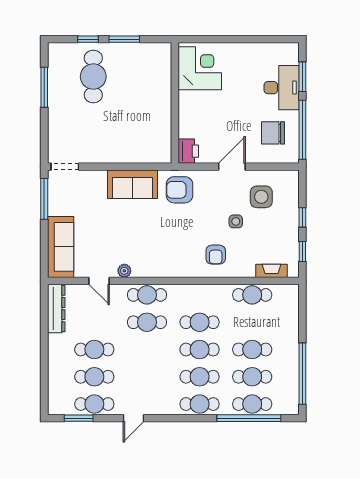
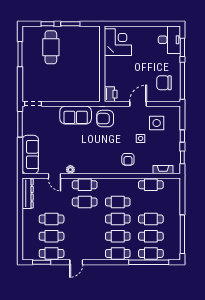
desk: (282, 88) -> (169, 40), moved

